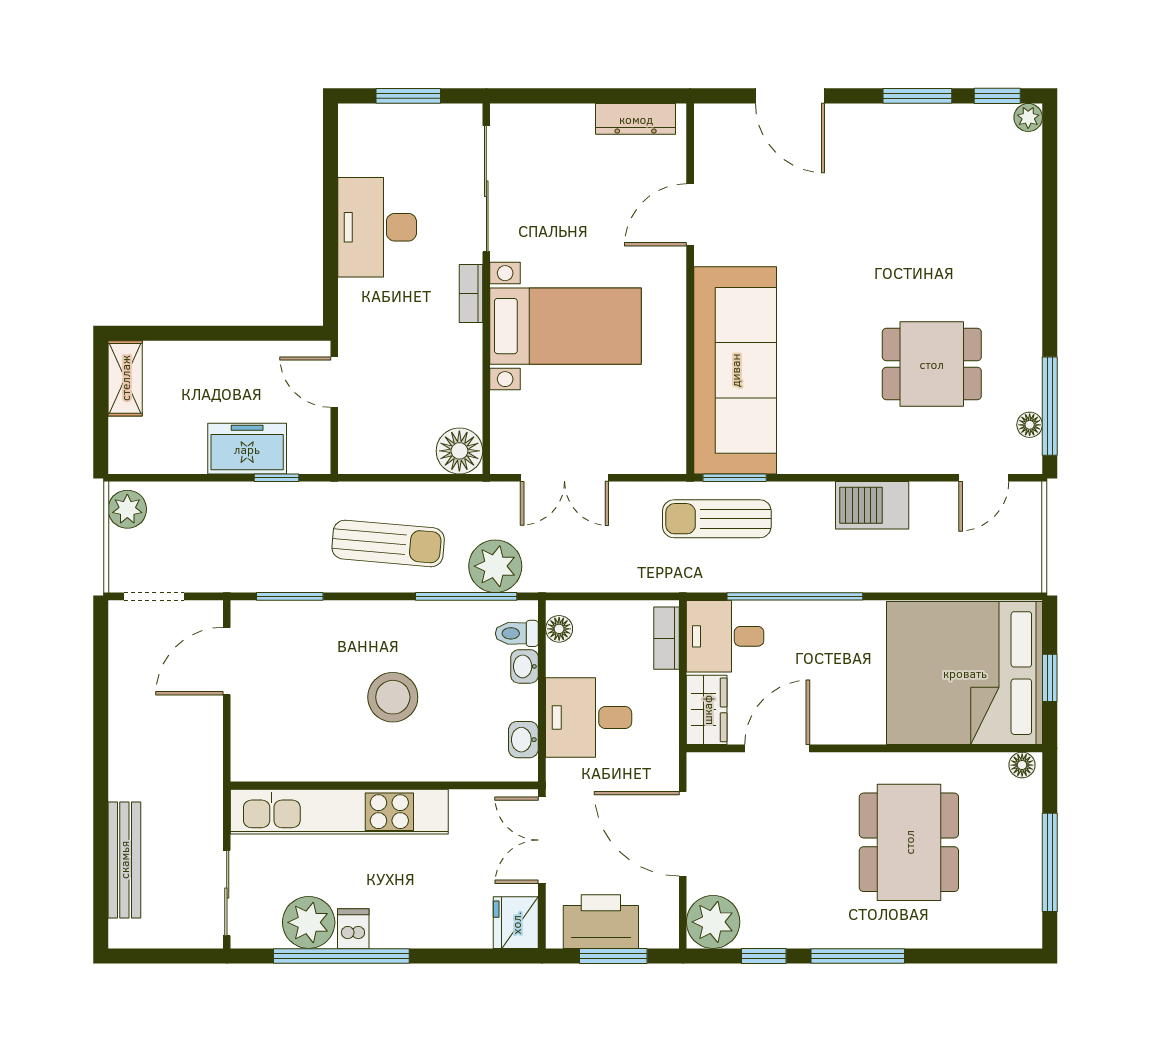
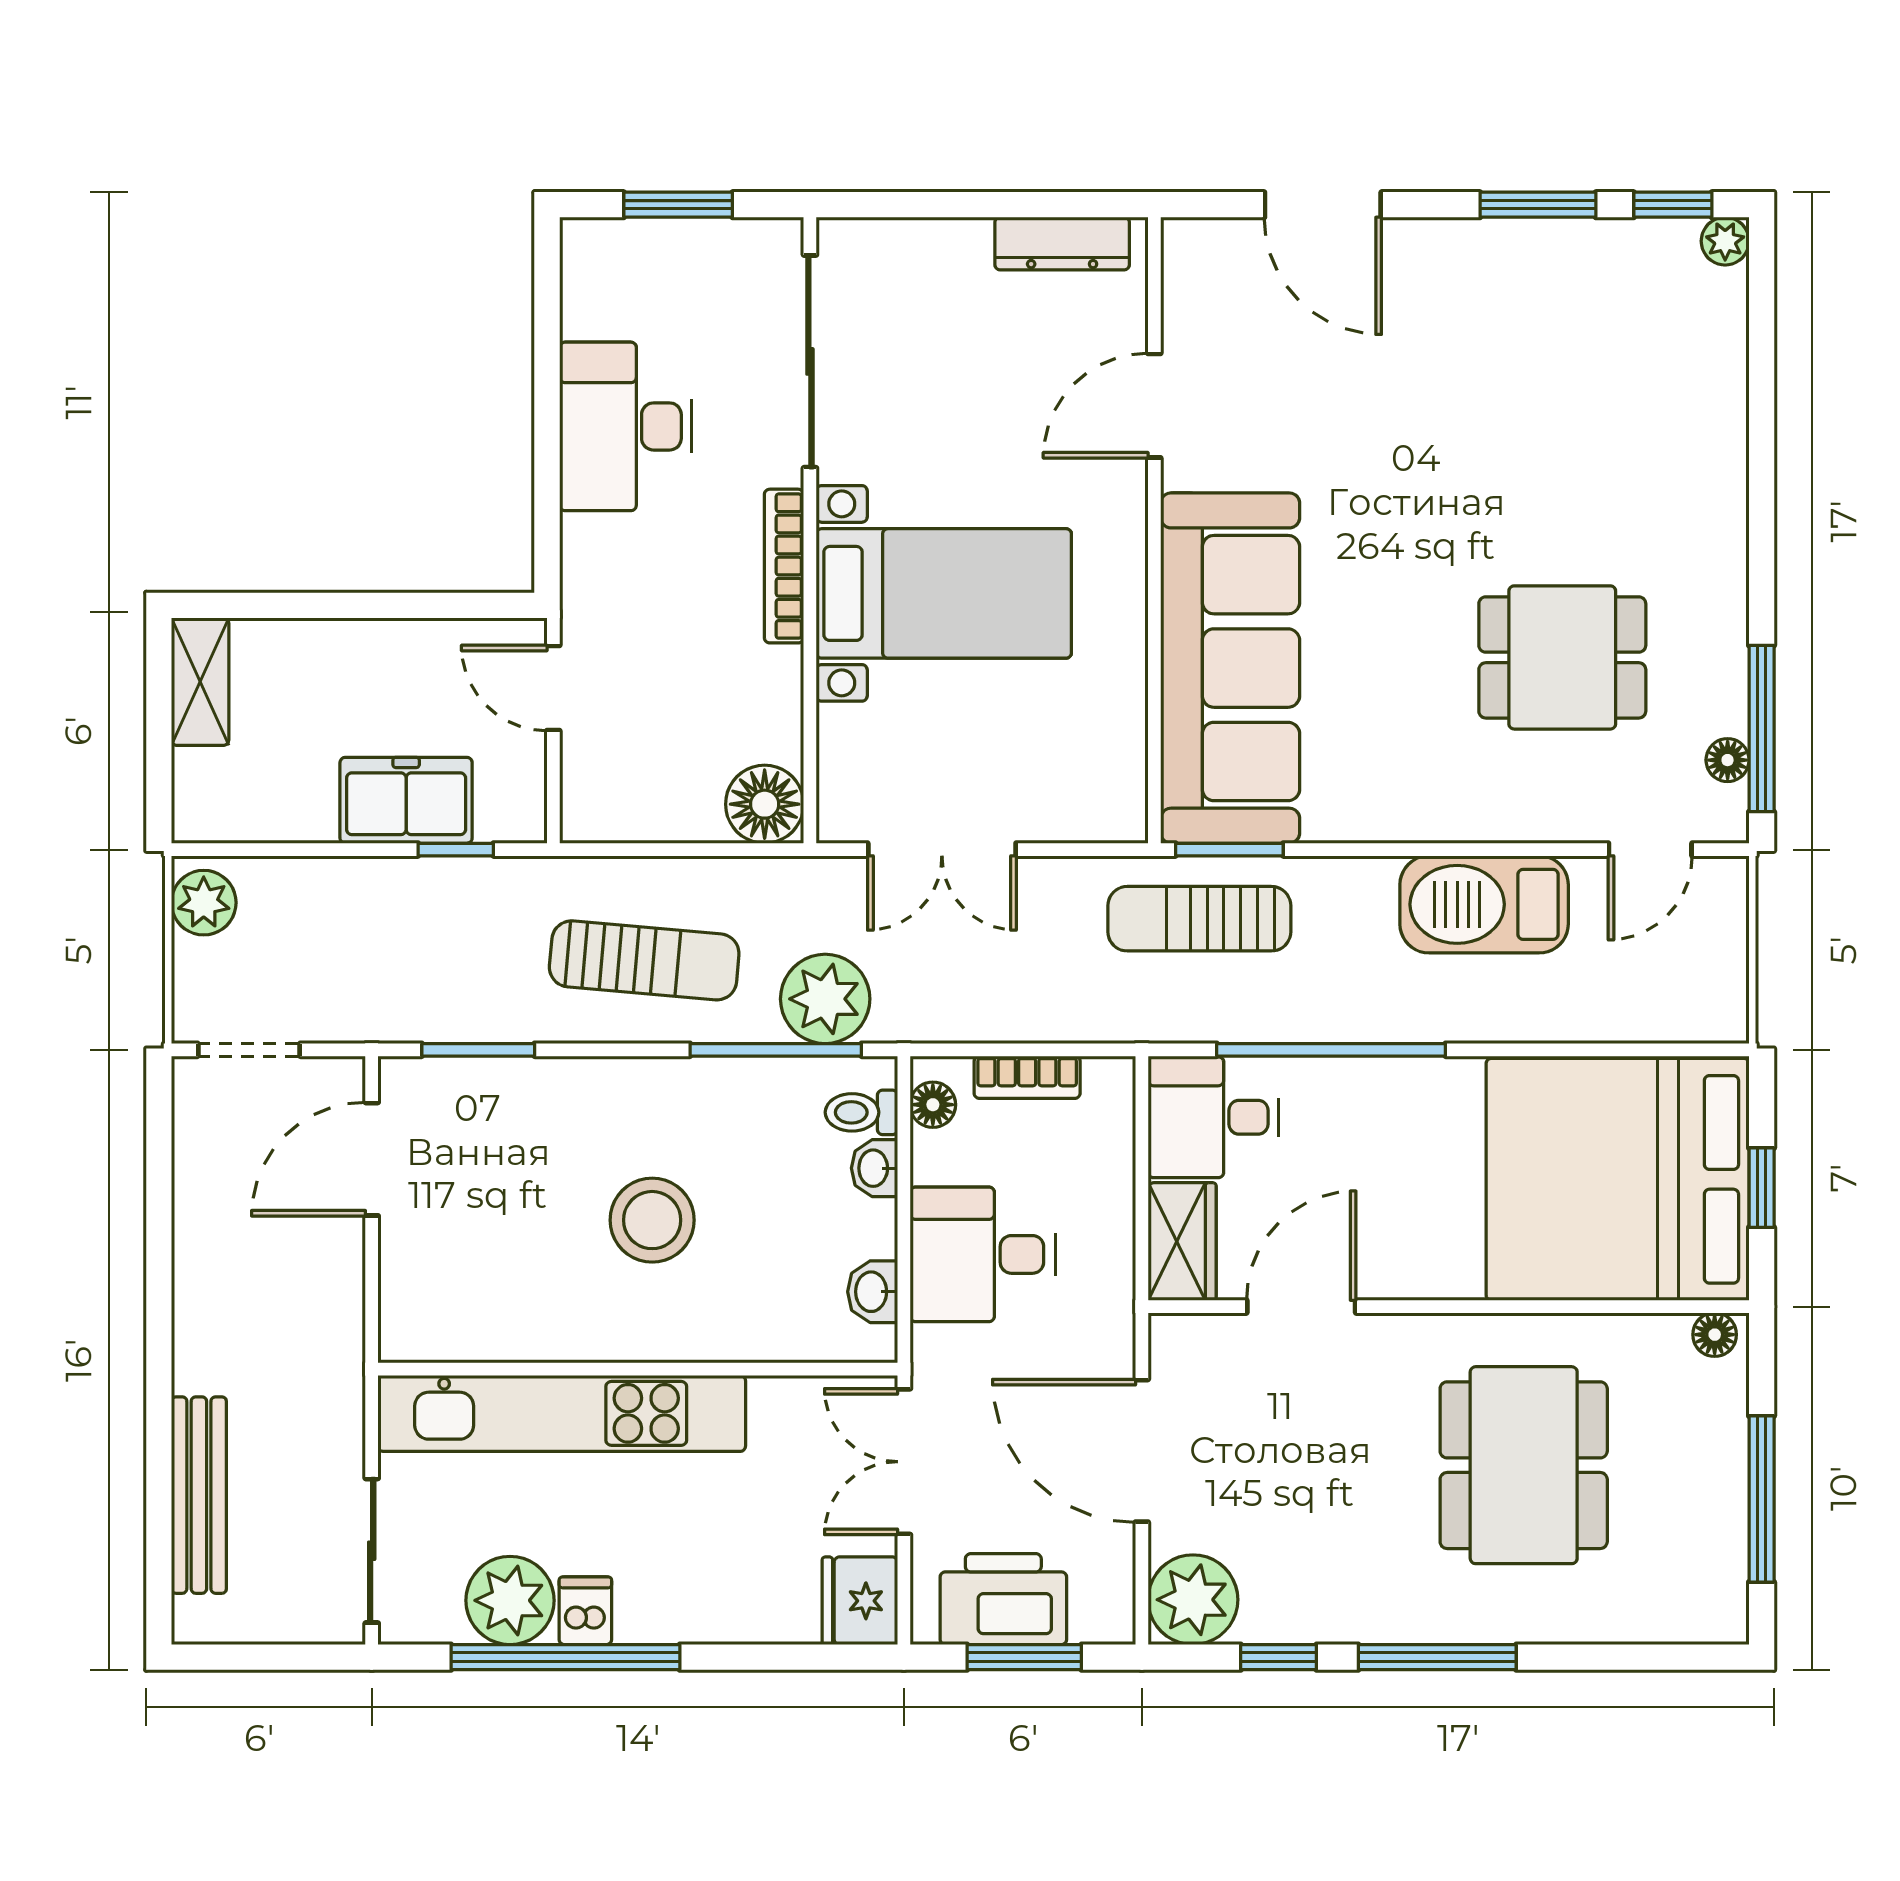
bookcase: (471, 294) -> (784, 566), width x1.56
barbecue: (872, 505) -> (1484, 904), width x1.37, depth x1.21
bookcase: (667, 638) -> (1027, 1077), moved, turned -90

